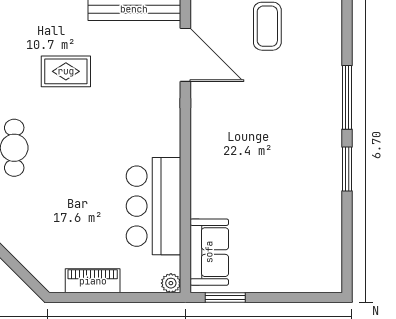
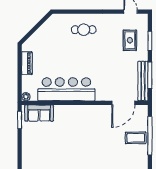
rug: (66, 71) -> (130, 40), moved
bar counter: (154, 206) -> (66, 89), width x1.36

